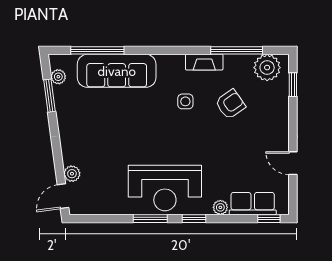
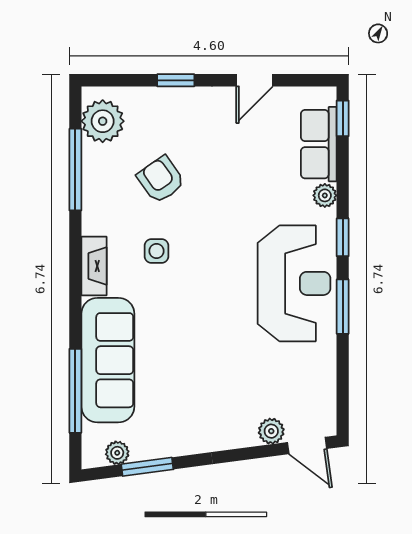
fireplace: (204, 62) -> (94, 266), moved
window: (293, 85) -> (176, 80), moved

